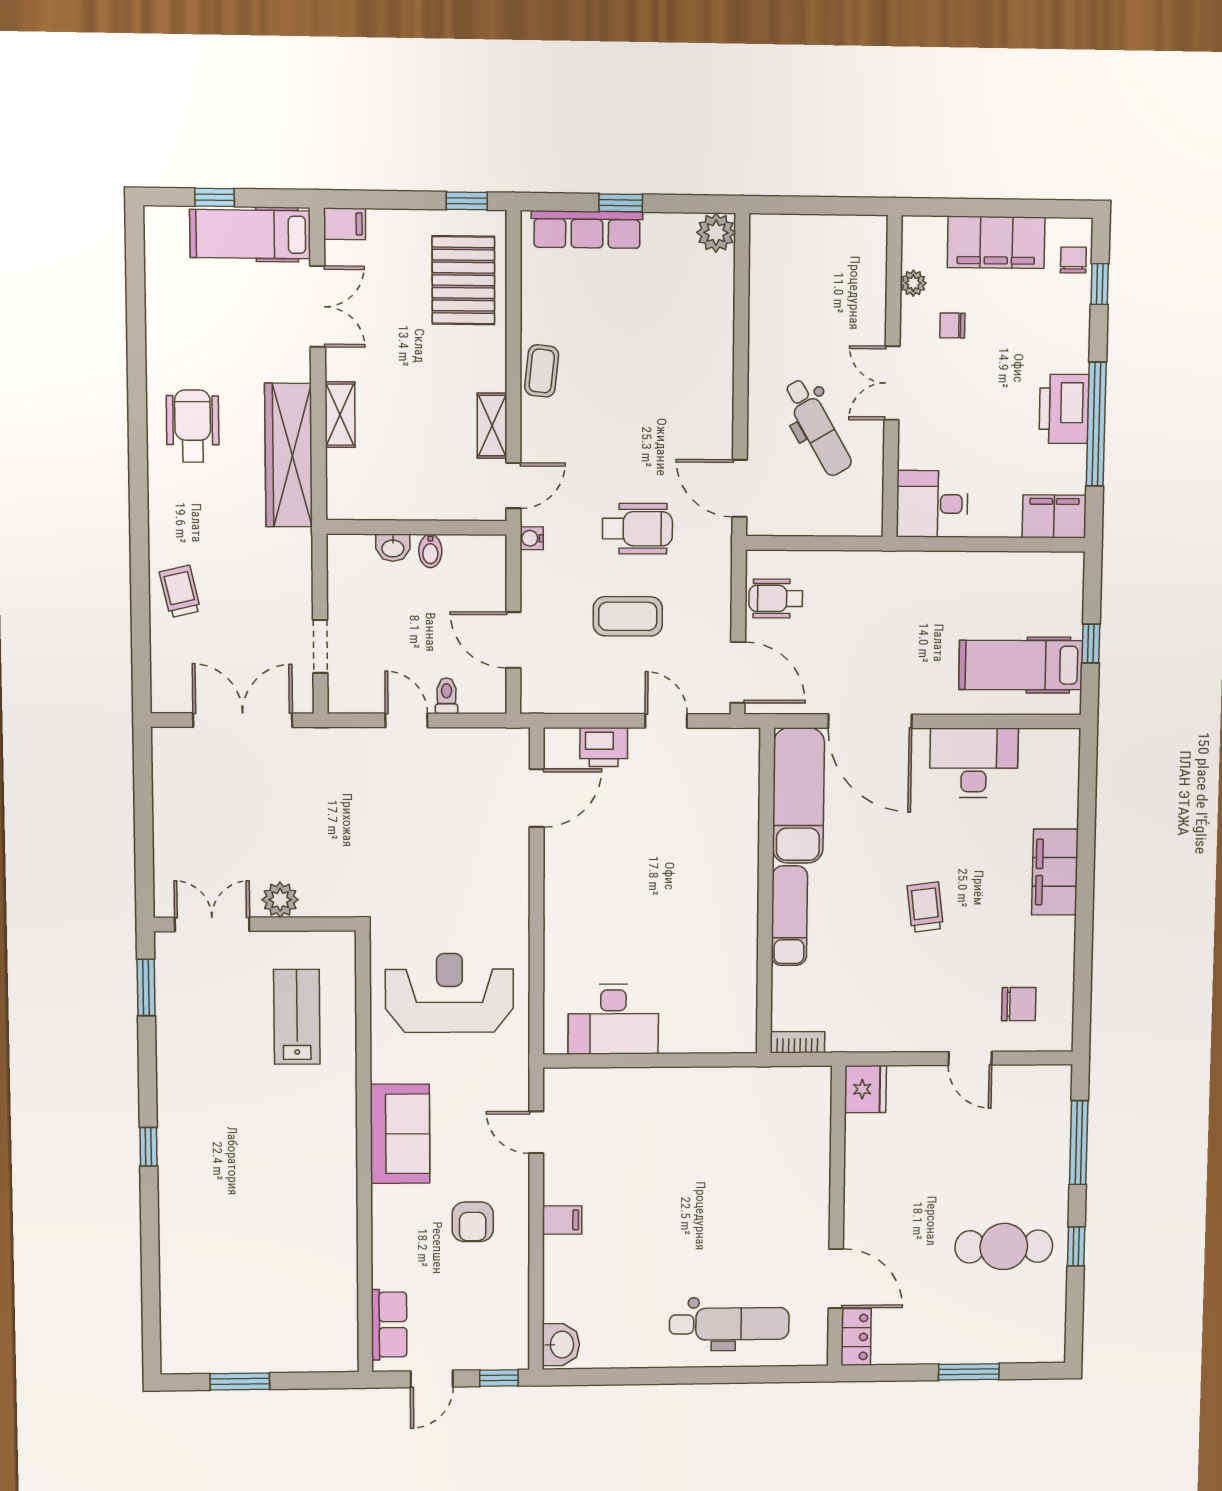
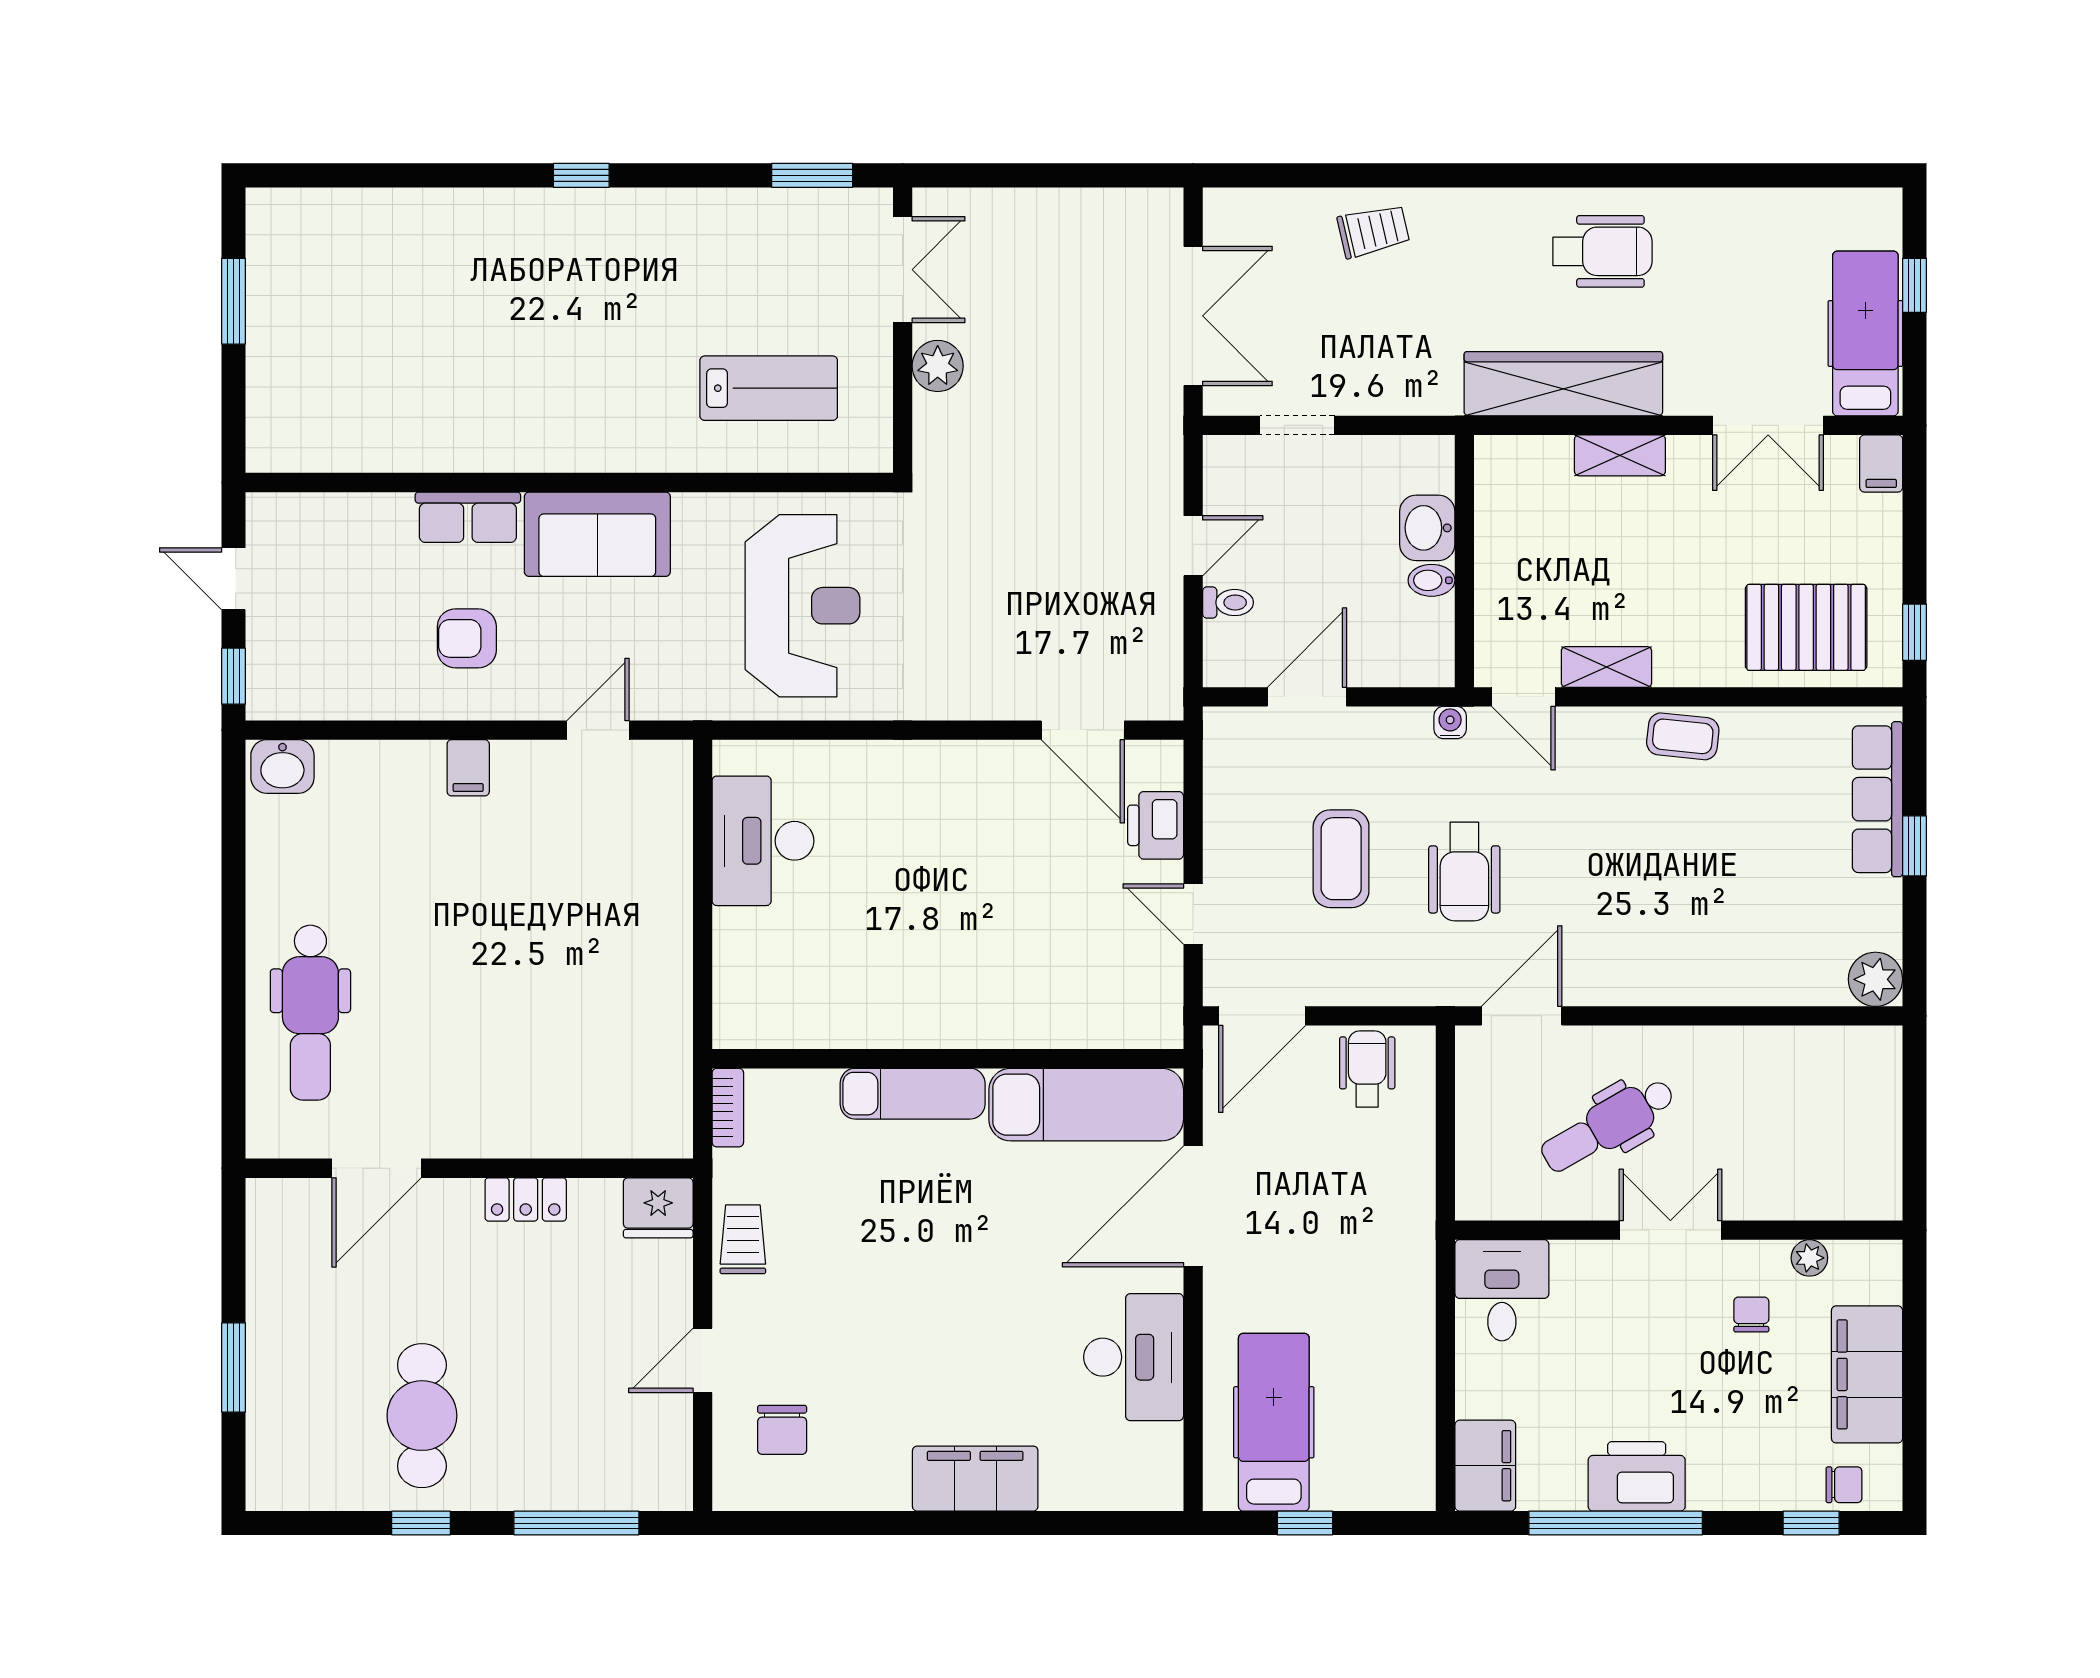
washbasin: (393, 548) -> (1427, 528), width x1.38, depth x1.45
door: (666, 721) -> (1193, 914), swing flipped
trolley: (925, 907) -> (743, 1239), moved, turned -83
row of seats: (389, 1325) -> (468, 517), moved
locker: (856, 1337) -> (526, 1199), moved

